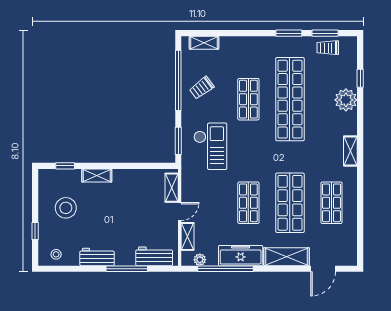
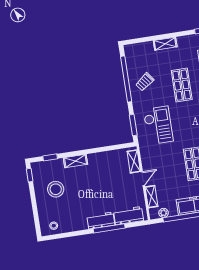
shelving: (204, 43) -> (165, 44), moved
window: (35, 231) -> (30, 175), moved
workbench: (97, 257) -> (101, 220), moved

